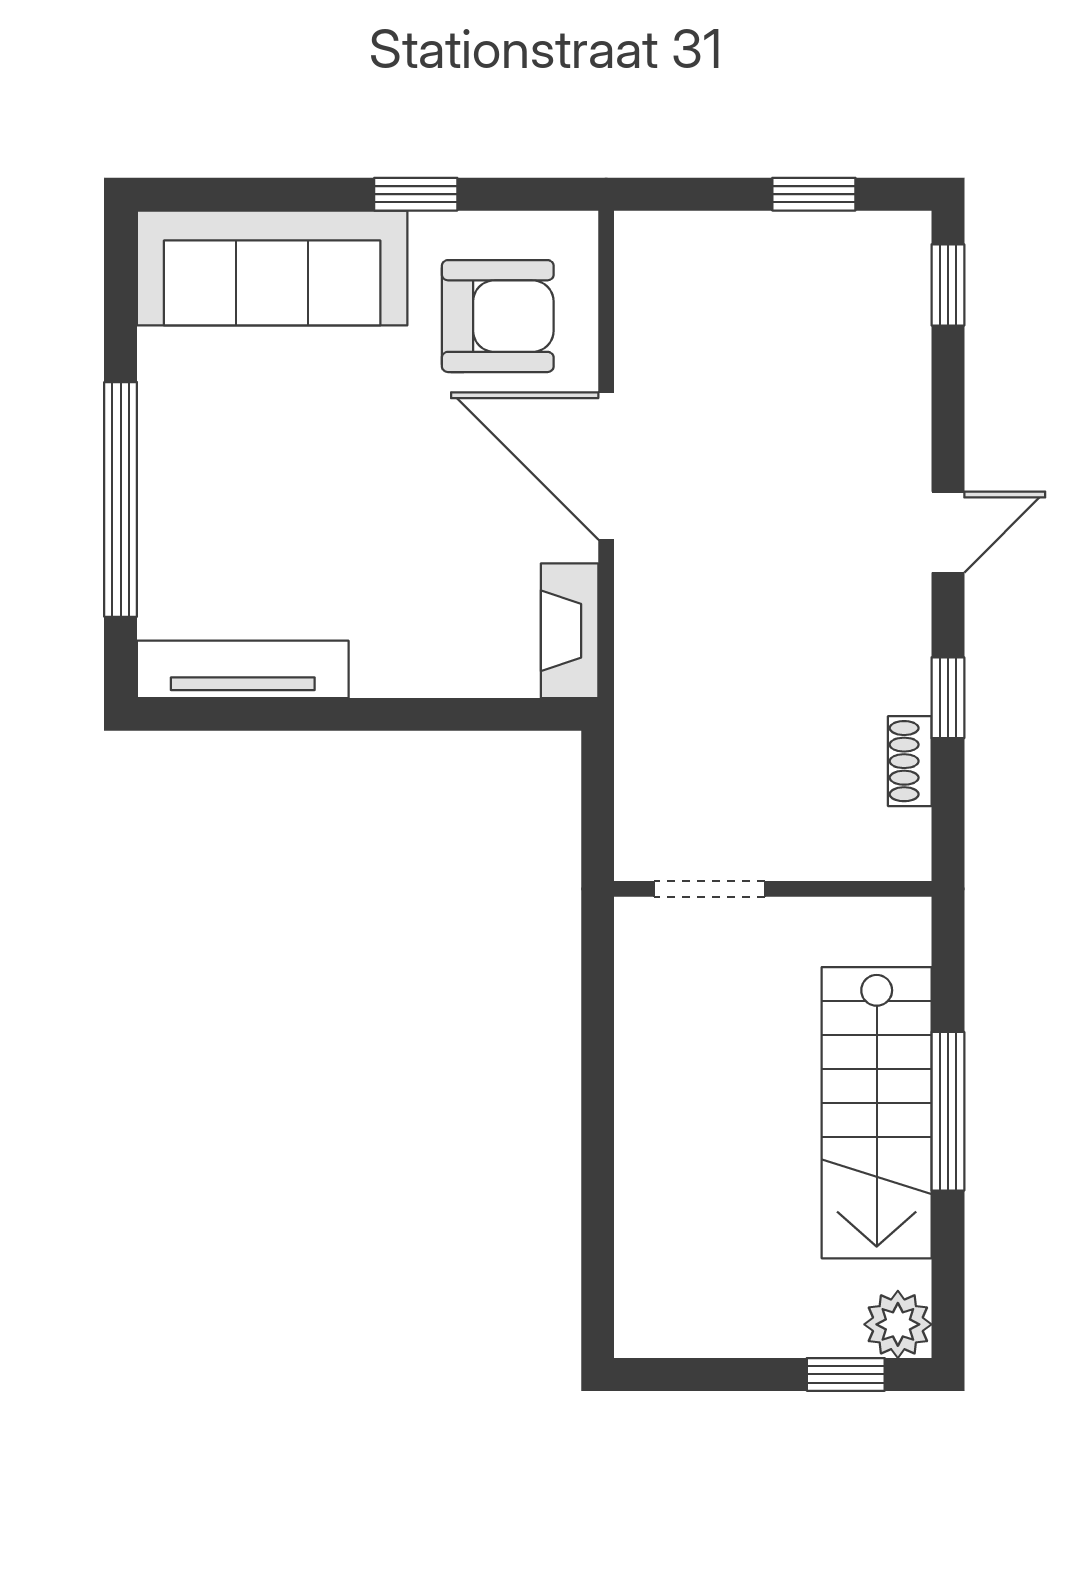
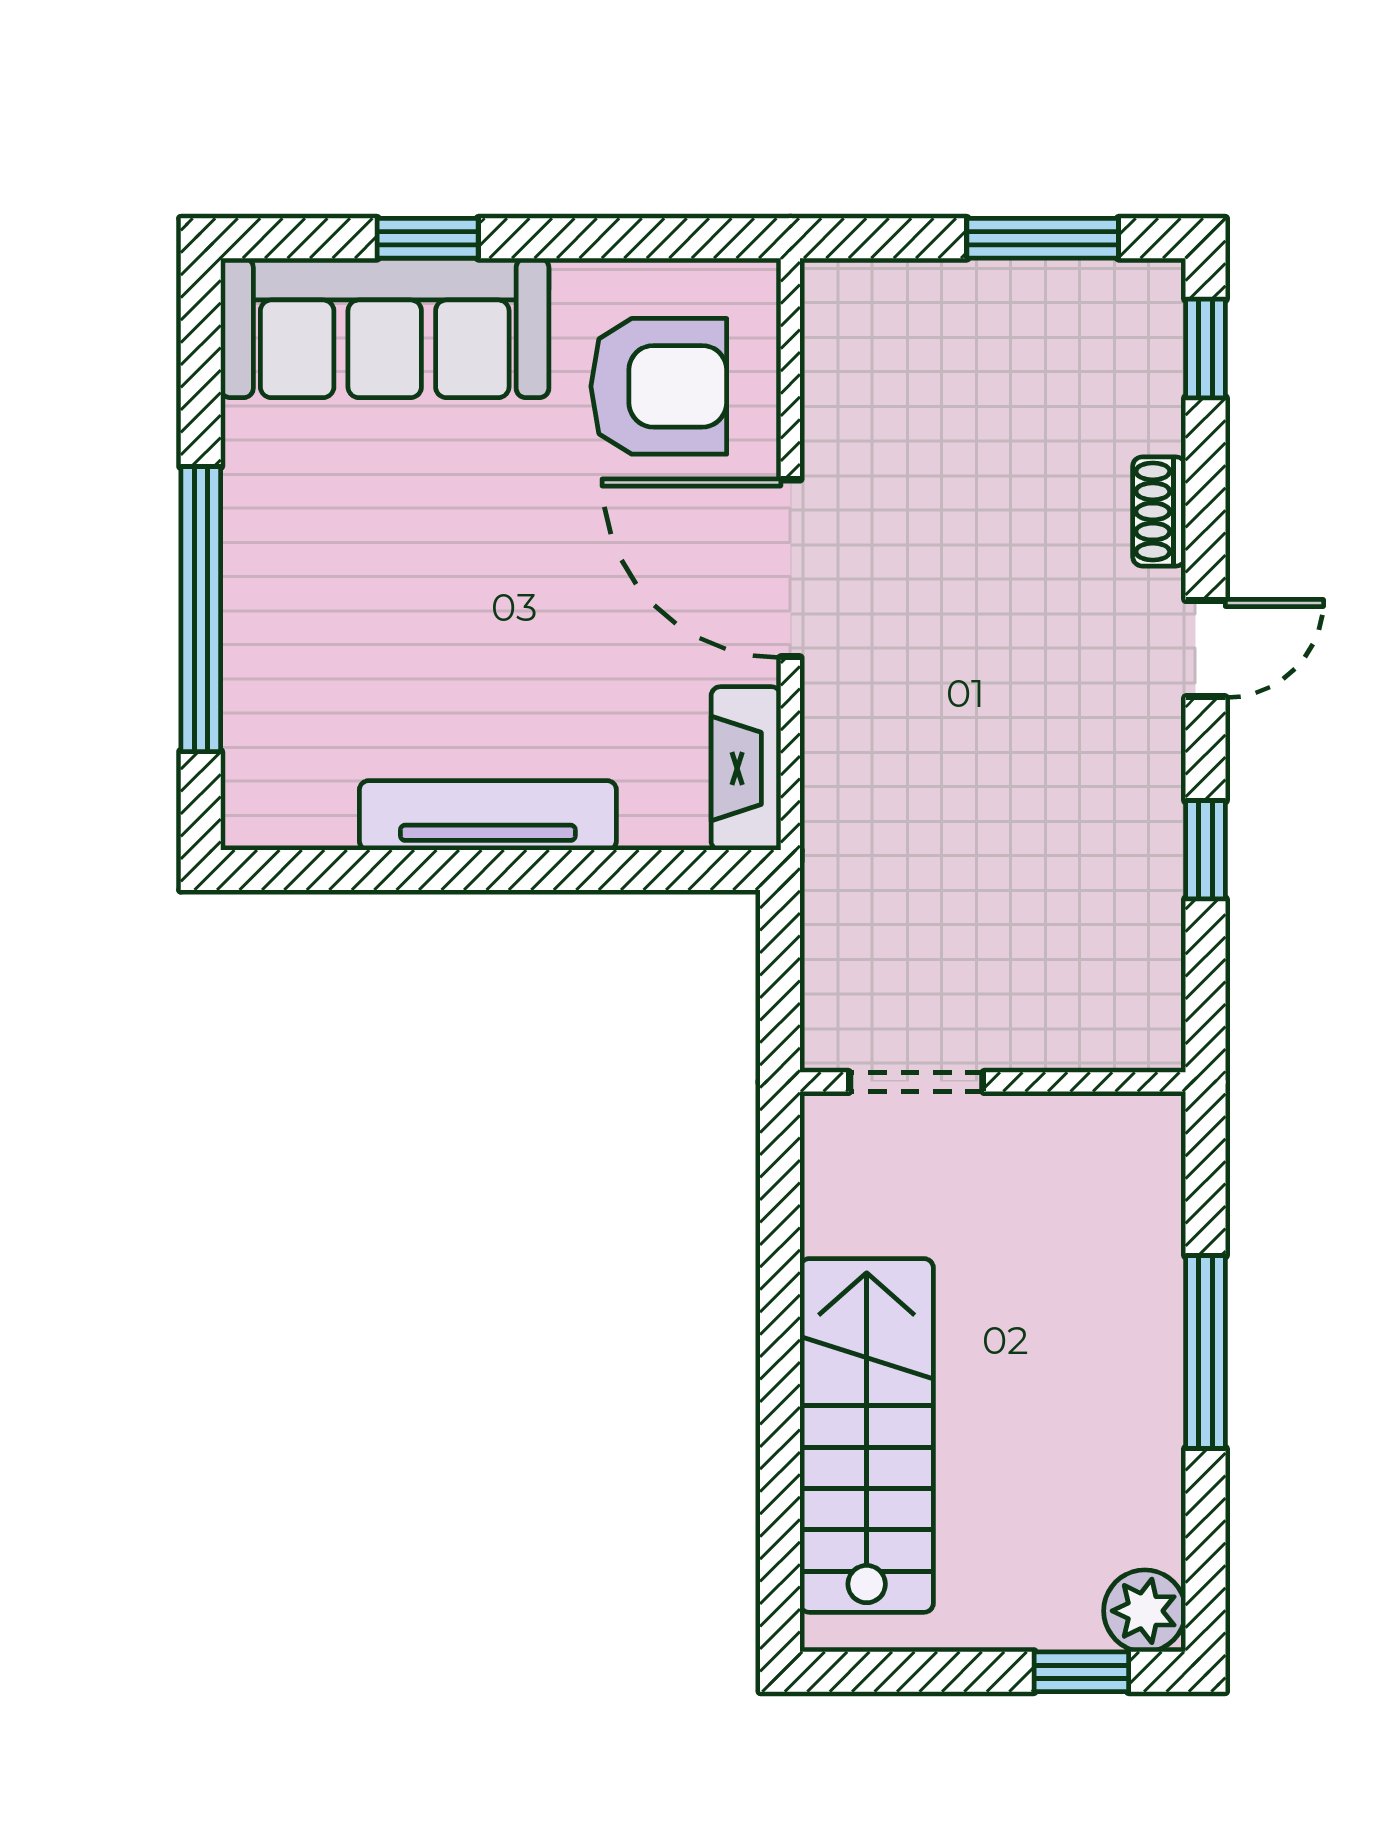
window: (416, 194) -> (428, 238), moved
window: (814, 194) -> (1043, 238), width x1.50
tv unit: (243, 669) -> (488, 815), moved
shoe rack: (910, 761) -> (1159, 511), moved
stairs: (877, 1113) -> (867, 1435), moved, turned 180

